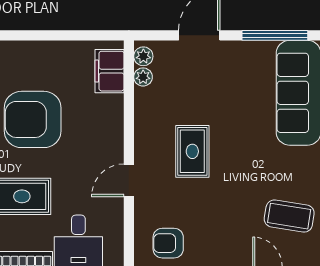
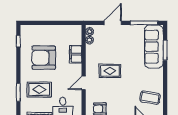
filing cabinet: (109, 71) -> (76, 54), moved
rug: (192, 151) -> (110, 71), turned 90

